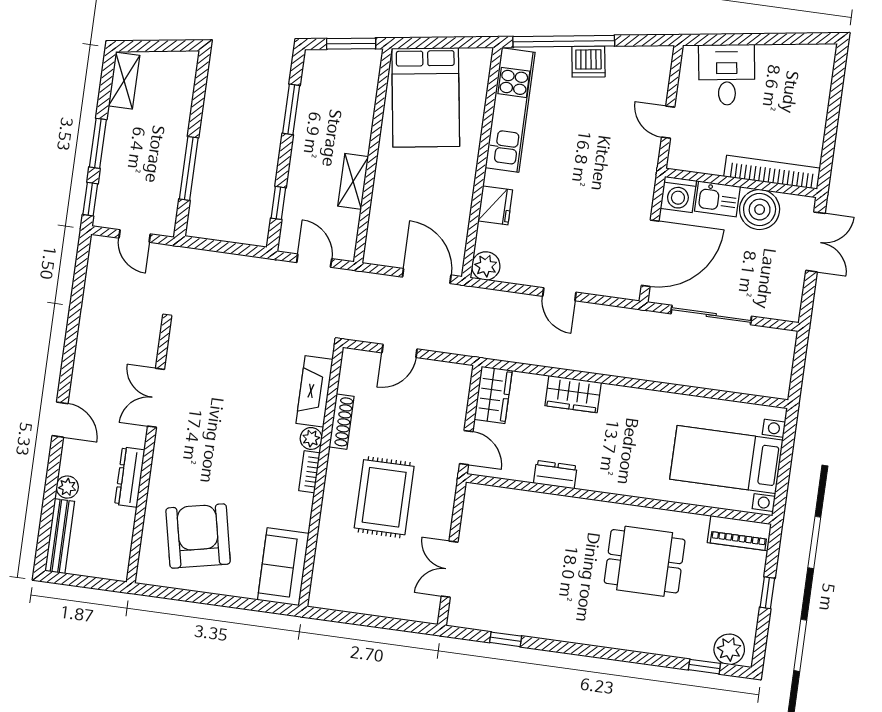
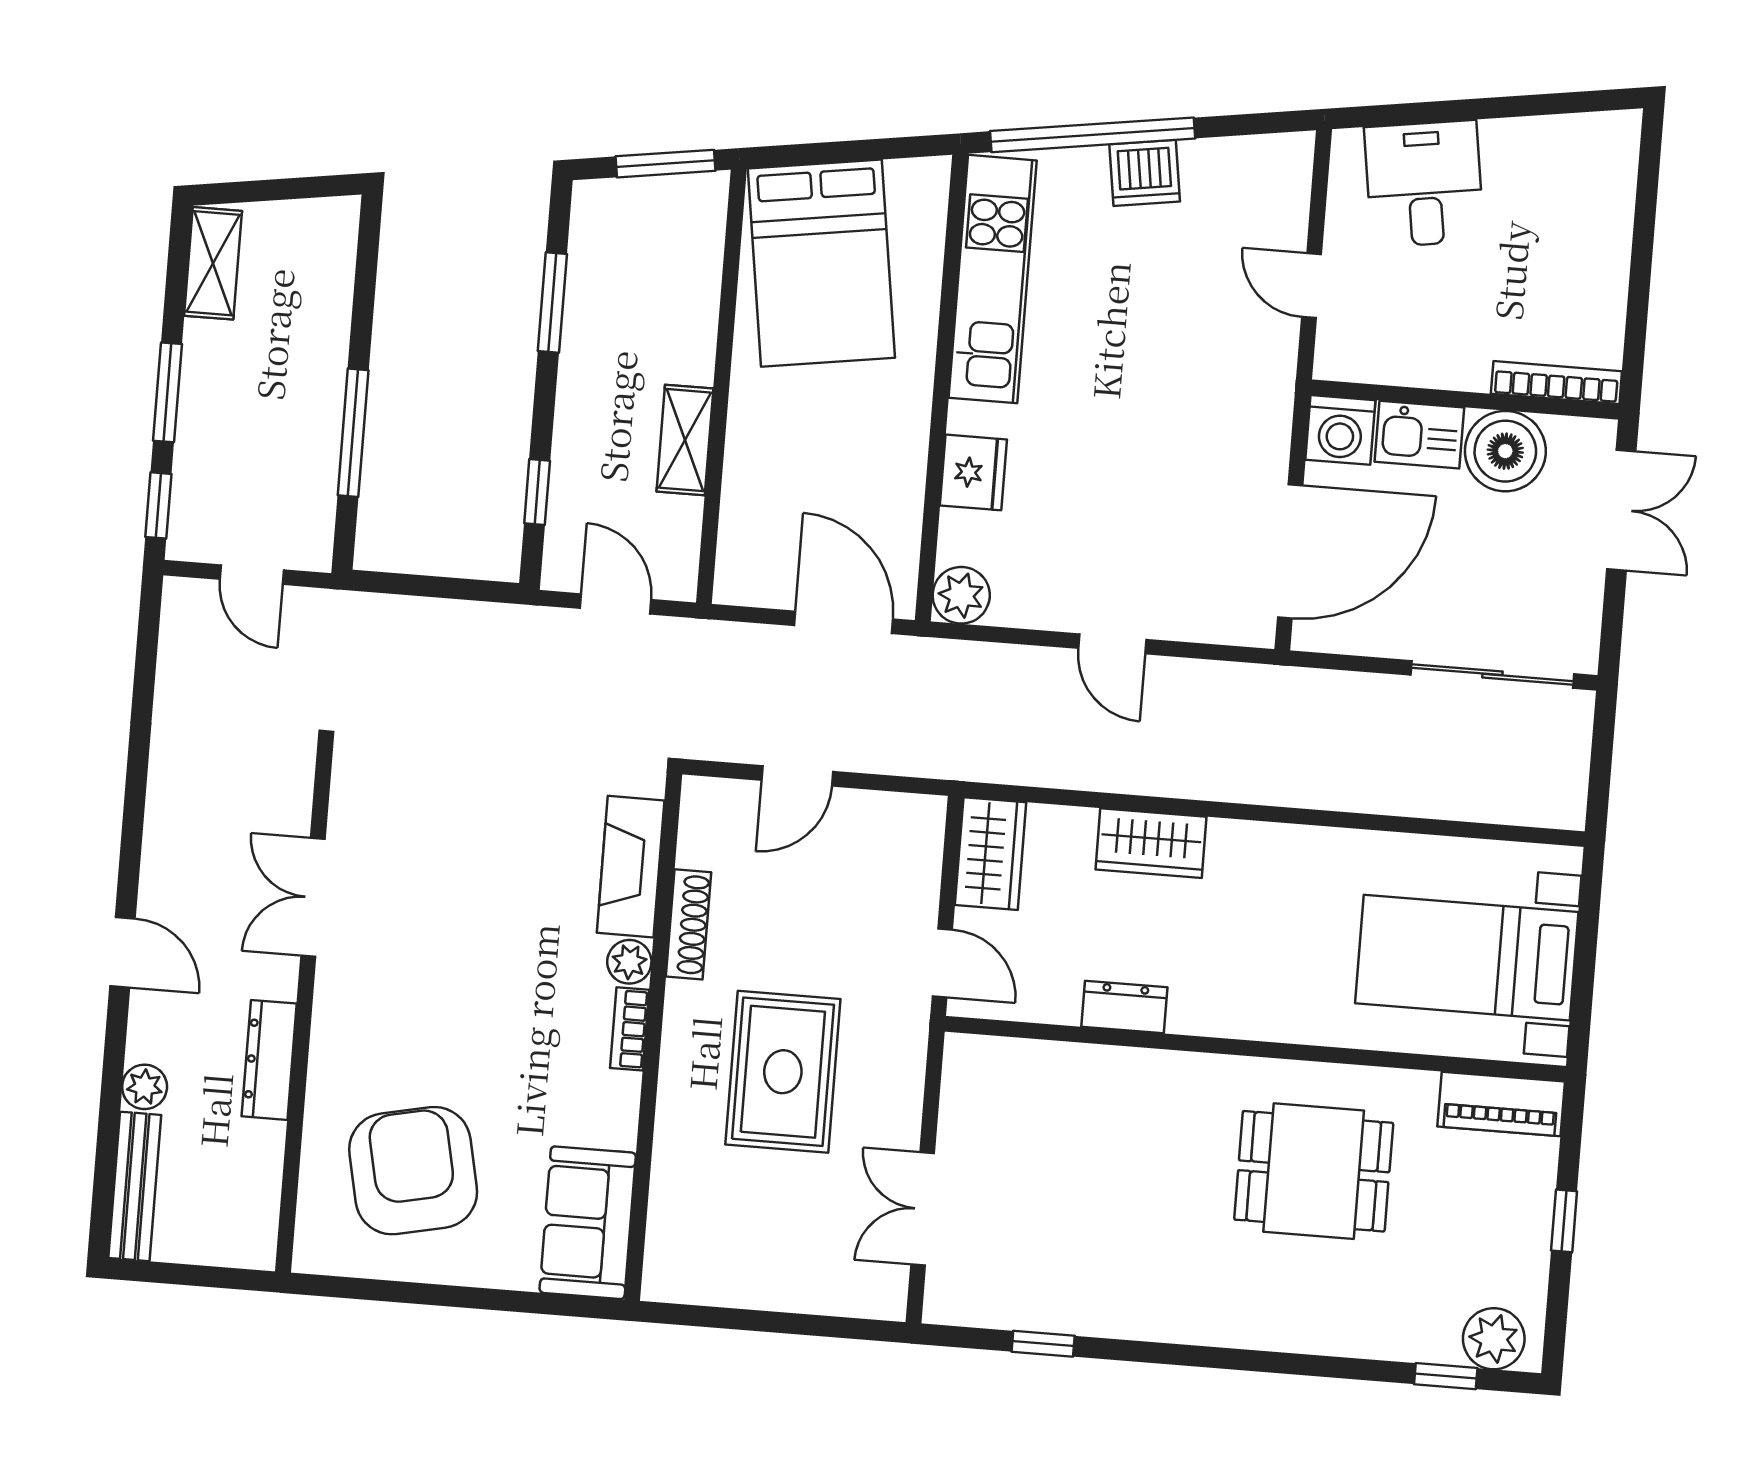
bookcase: (772, 172) -> (1556, 382), width x0.68, depth x0.76
sliding door: (711, 315) -> (1492, 674), moved

